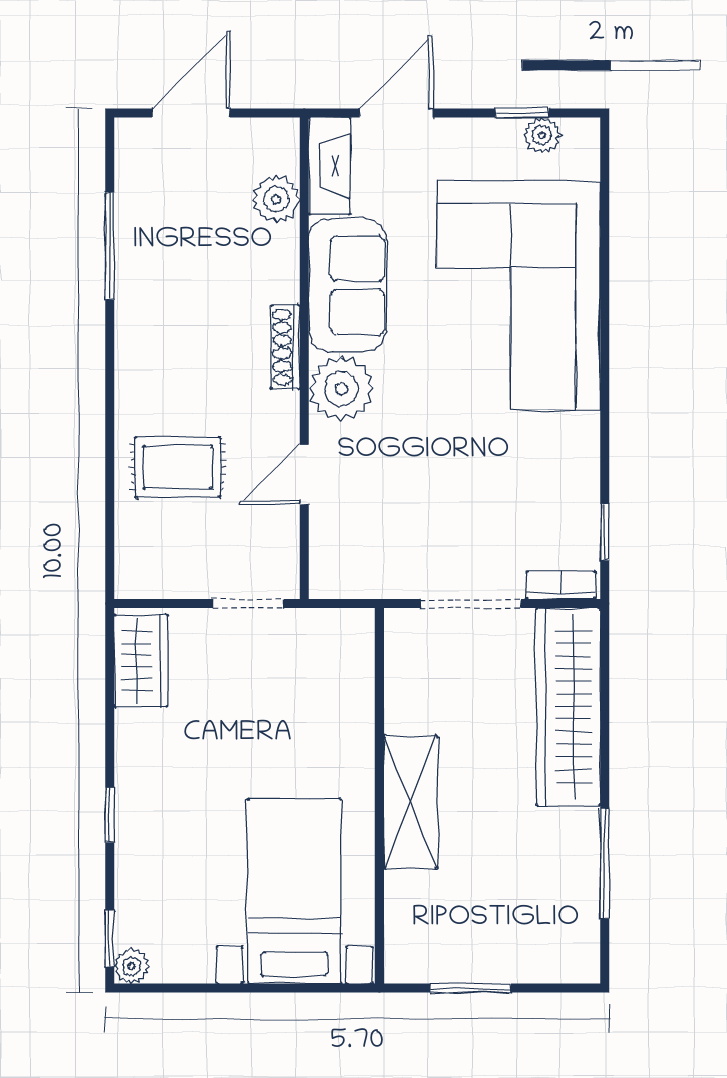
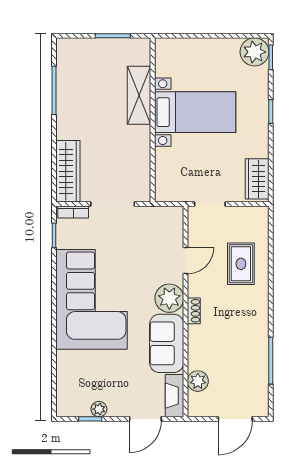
plant: (542, 135) -> (99, 409), moved
corner sofa: (519, 295) -> (92, 299), moved
shoe rack: (285, 347) -> (194, 311), width x0.70
rug: (178, 467) -> (241, 264), turned 90
wardrobe: (568, 707) -> (68, 171), width x0.71, depth x0.85
shelving: (410, 802) -> (139, 95), moved
bed with nightstands: (294, 891) -> (195, 112), moved, turned -90
plant: (132, 966) -> (255, 52), width x1.88, depth x1.88

